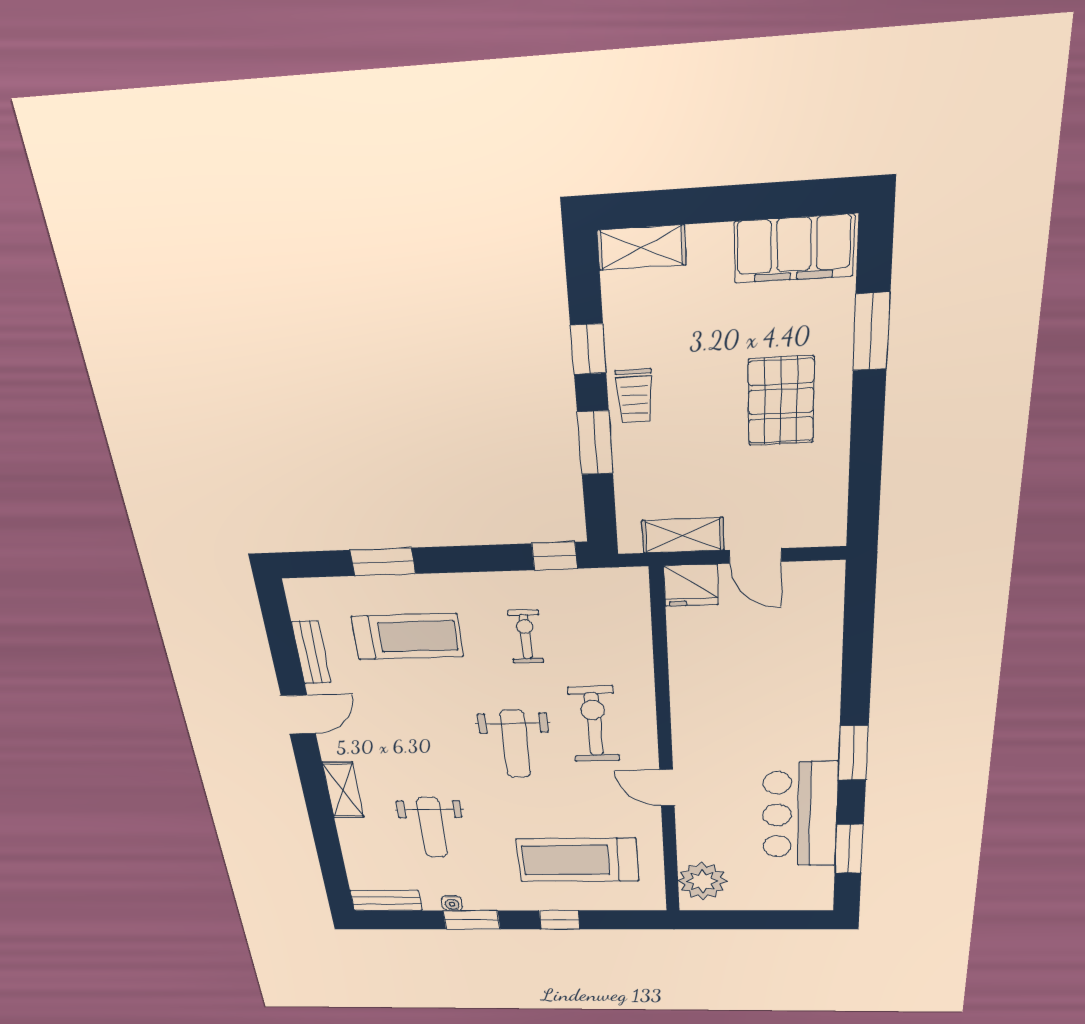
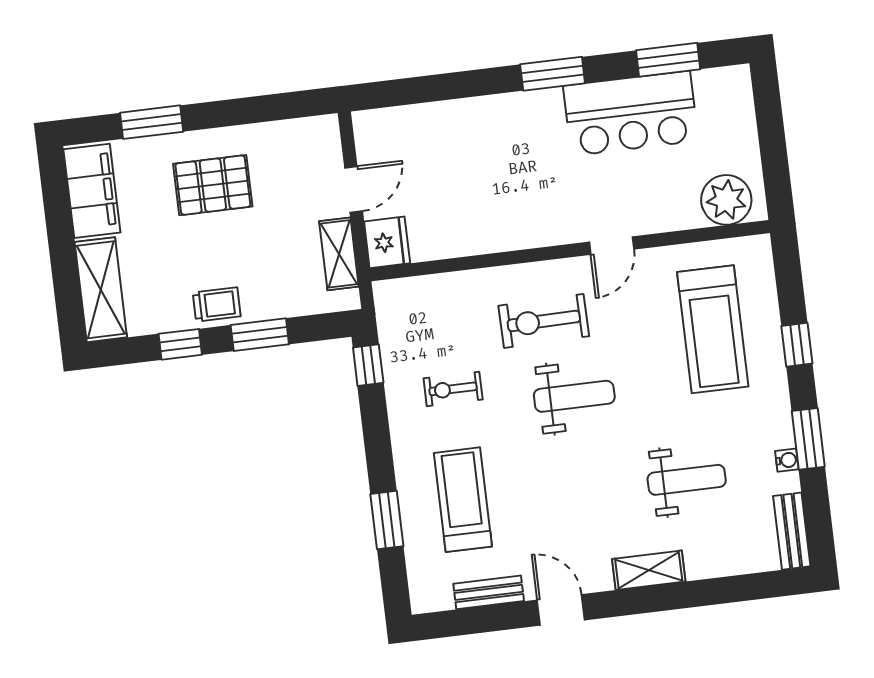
shelving: (642, 248) -> (101, 290), width x1.50, depth x1.33

